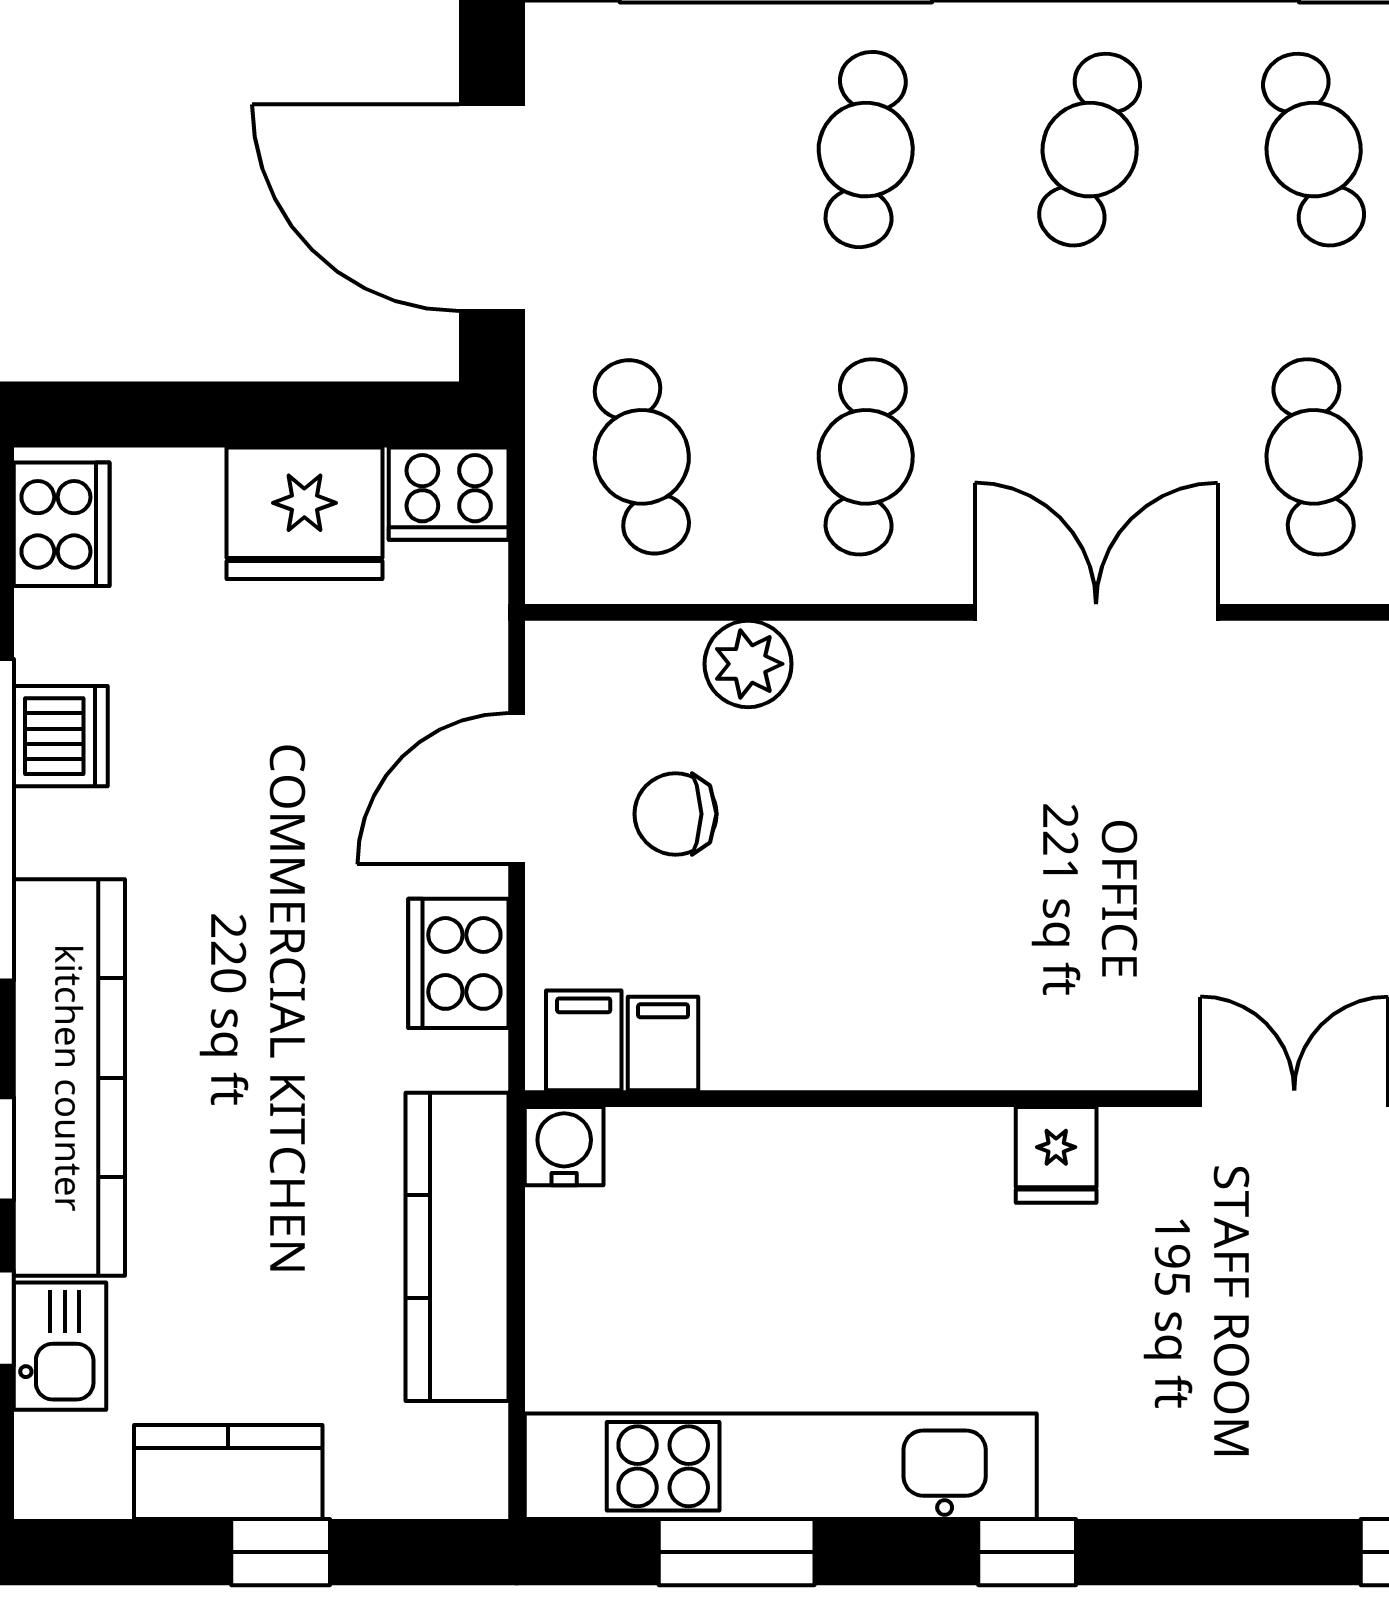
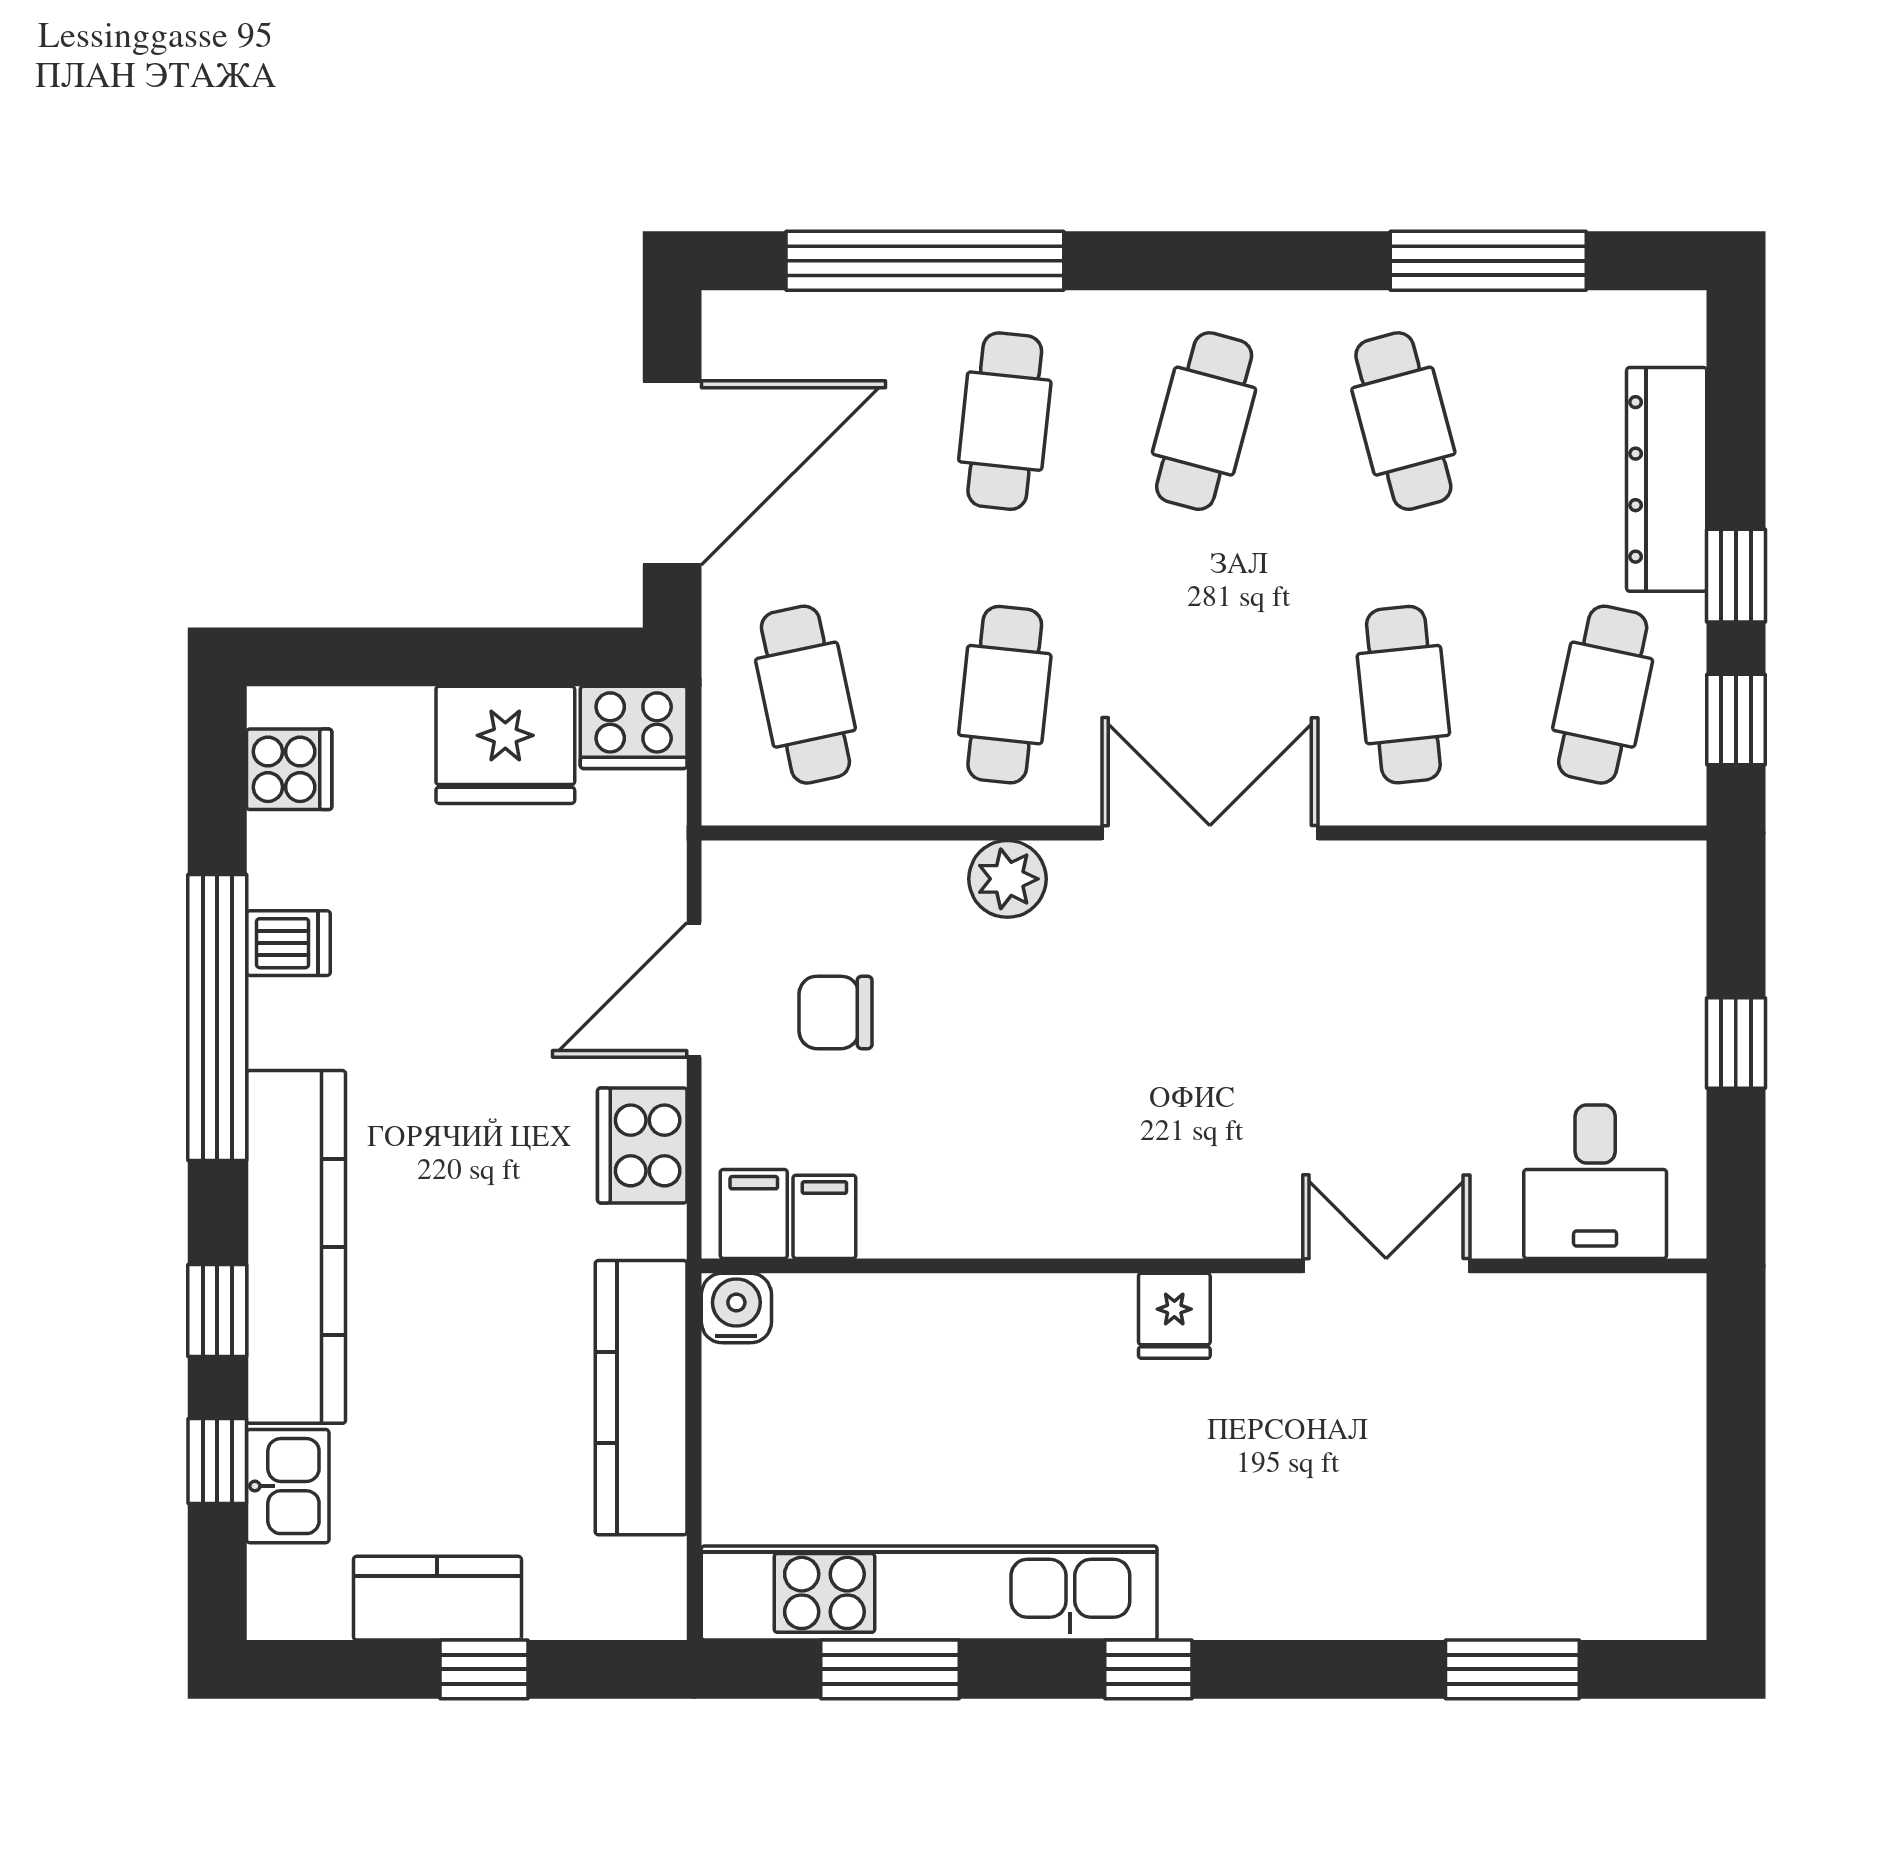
door: (492, 208) -> (672, 473), swing flipped
cooker: (62, 524) -> (289, 769), width x0.73
plant: (748, 664) -> (1007, 879), moved
dishwasher: (61, 736) -> (288, 943), width x0.73

